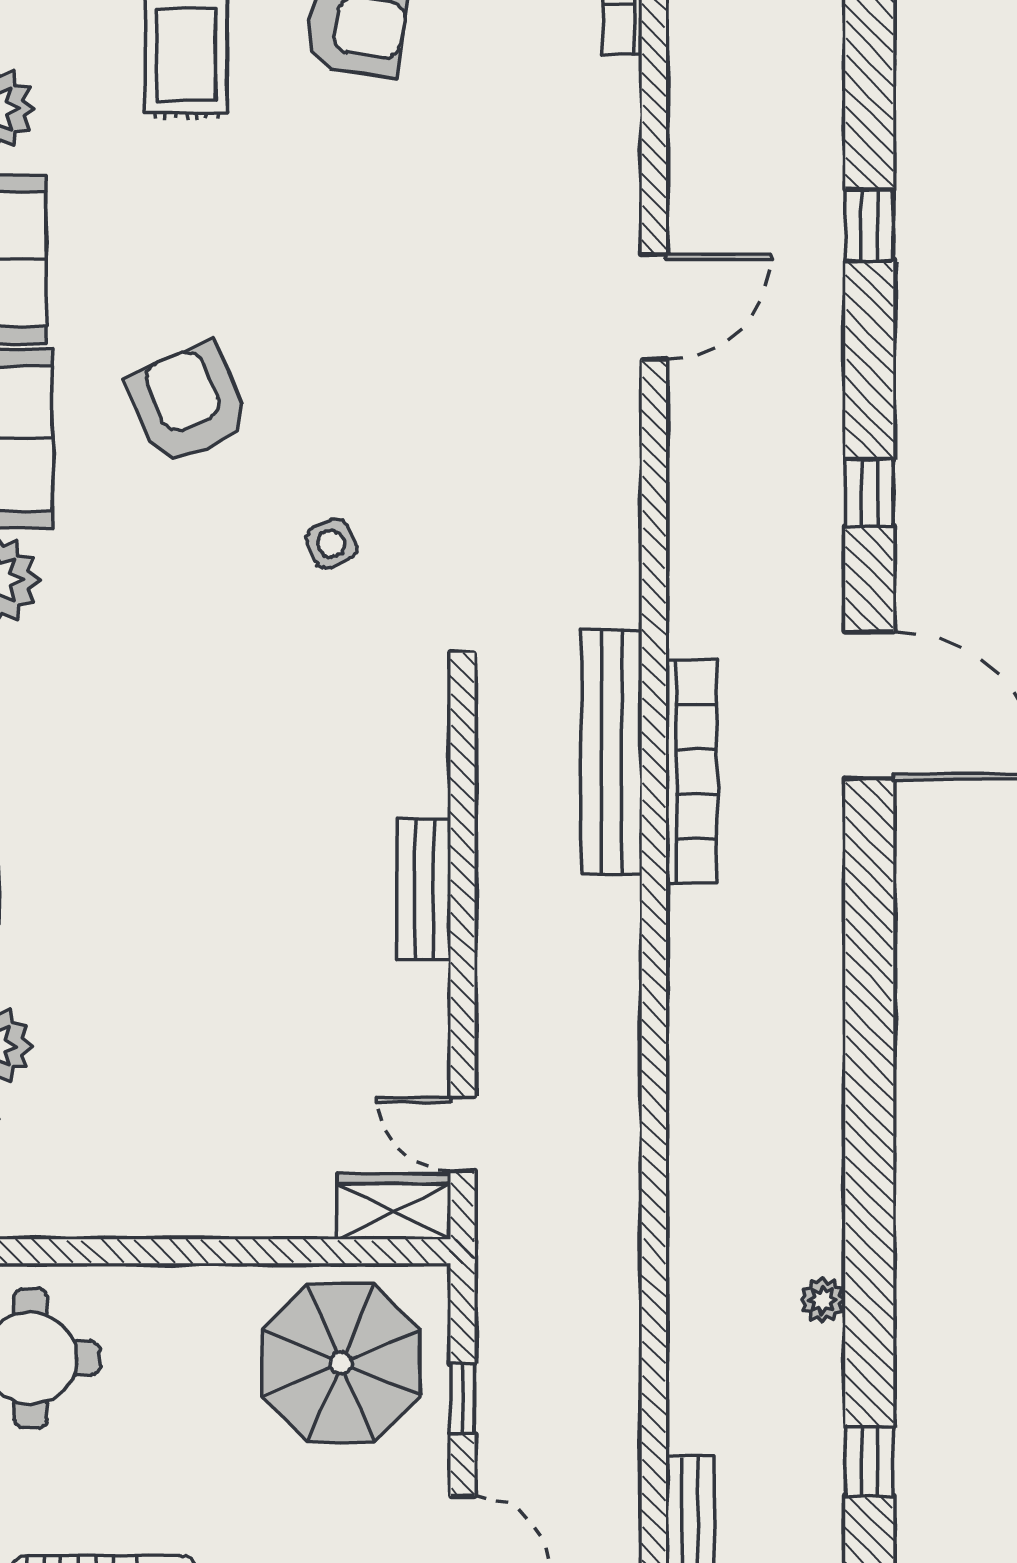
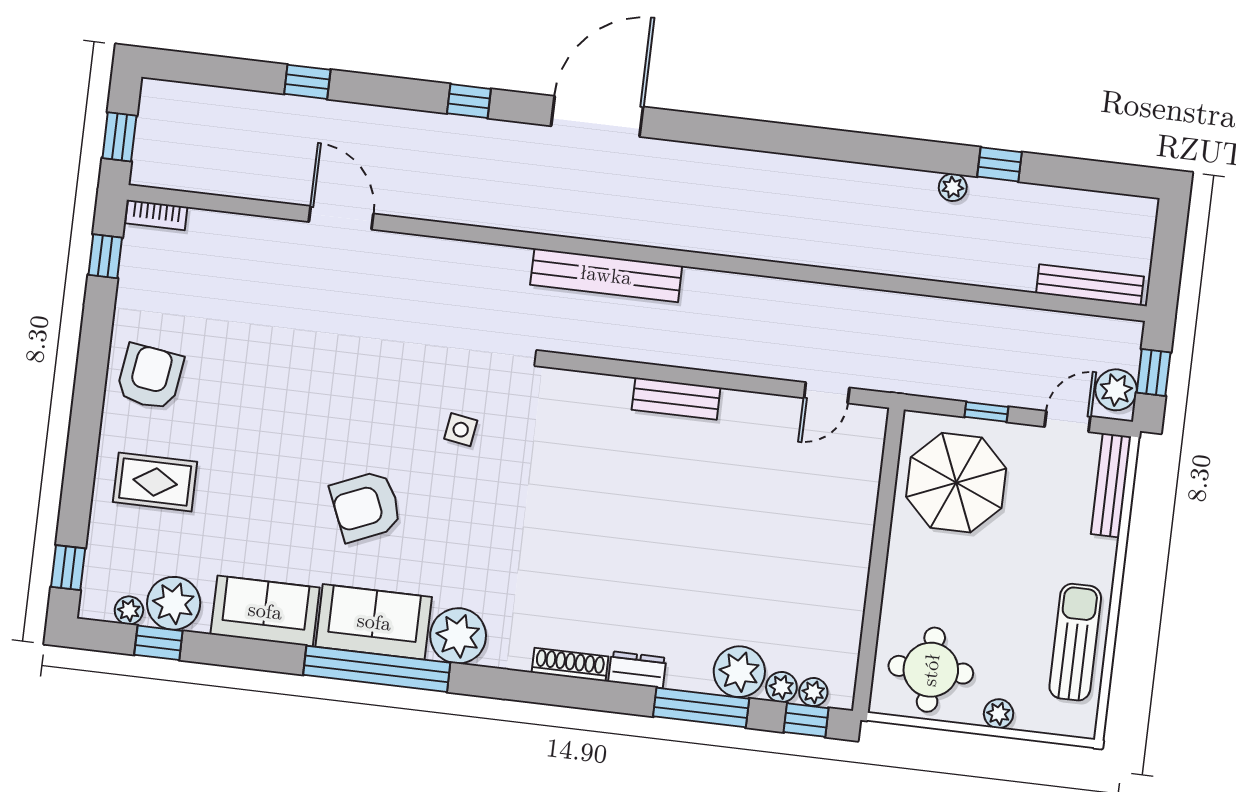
side table: (331, 543) -> (461, 430), turned 33
bookcase: (691, 772) -> (624, 229), removed
wardrobe: (394, 1206) -> (865, 440), removed
window: (869, 1462) -> (999, 164), moved

